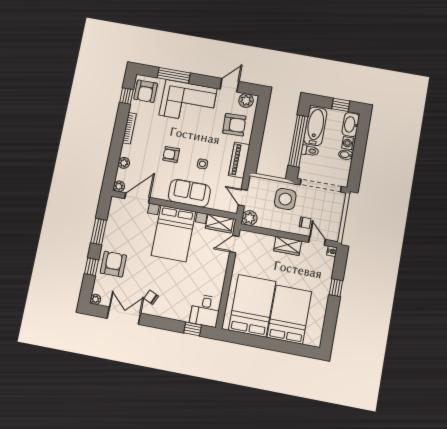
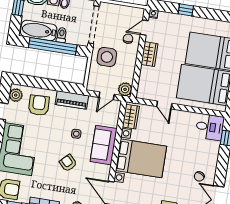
armchair: (171, 154) -> (68, 163), turned 136
door: (234, 244) -> (164, 105), moved

